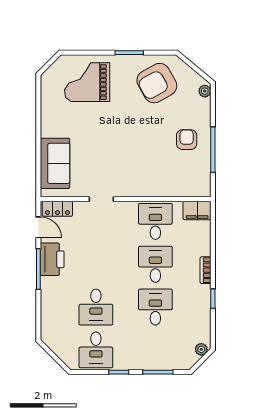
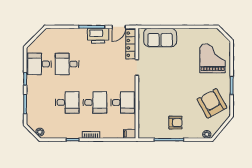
locker: (57, 209) -> (131, 44), width x1.53
filing cabinet: (197, 210) -> (130, 134), width x0.50

